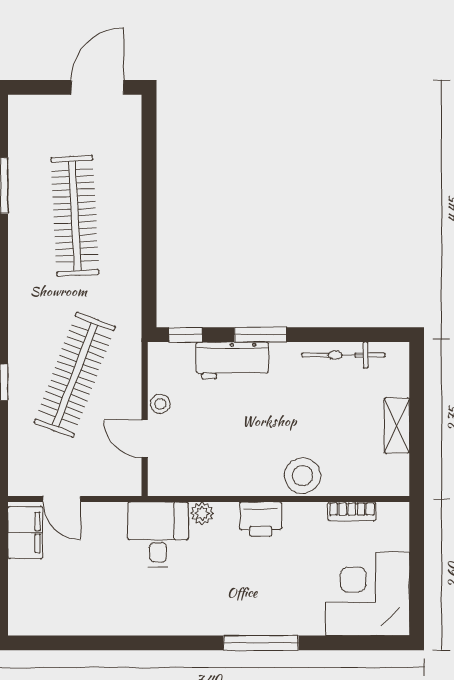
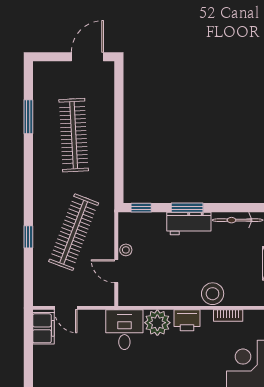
workbench: (232, 360) -> (189, 223), moved
bookcase: (352, 511) -> (228, 316), moved
plant: (202, 513) -> (157, 323), width x1.88, depth x1.88

